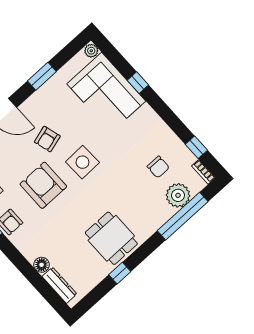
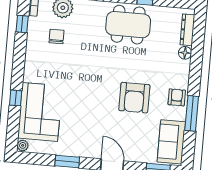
armchair: (47, 139) -> (103, 122), removed
side table: (82, 162) -> (97, 87), removed
dining table: (111, 238) -> (128, 25), width x1.37

